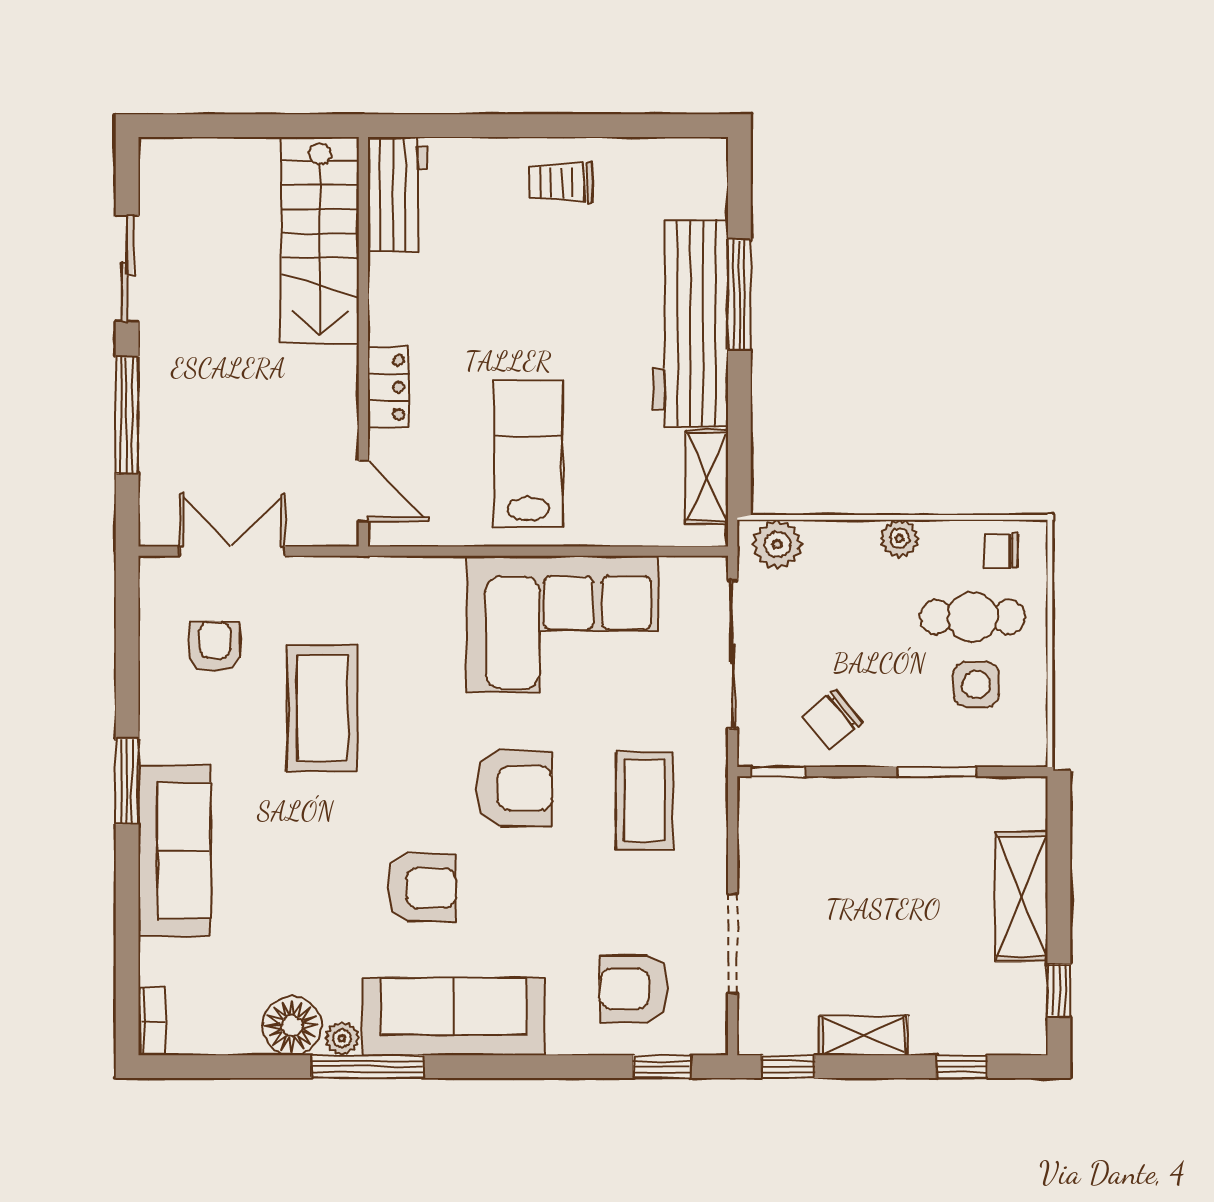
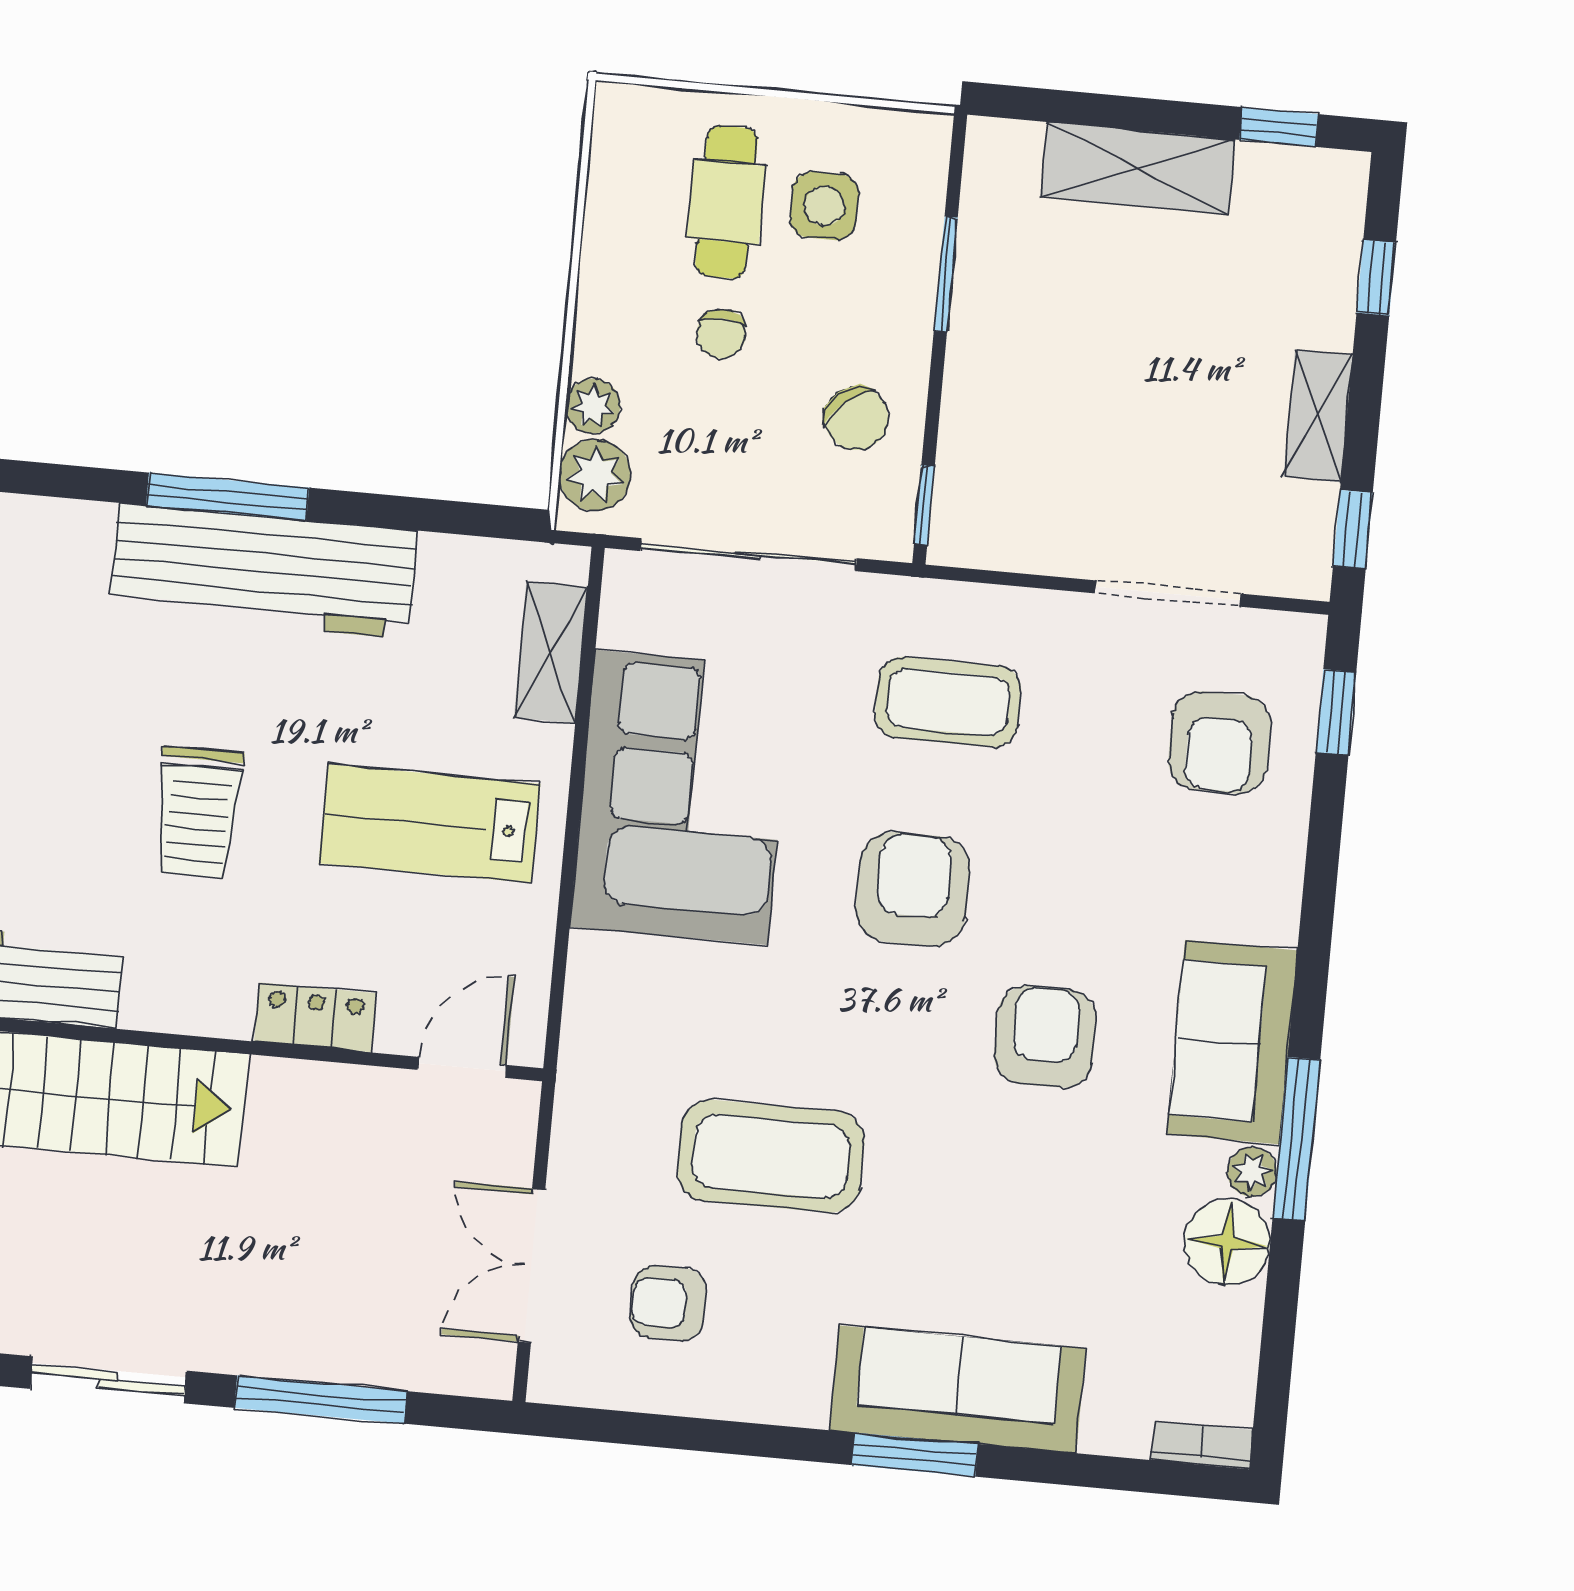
trolley: (561, 182) -> (198, 813), moved, width x1.36, depth x1.39
shelving: (707, 477) -> (551, 652), moved, turned 90
plant: (899, 538) -> (593, 406), moved
chair: (1001, 550) -> (721, 334), moved
window: (127, 781) -> (915, 1455), moved
sofa: (454, 1017) -> (1232, 1042), width x0.73

